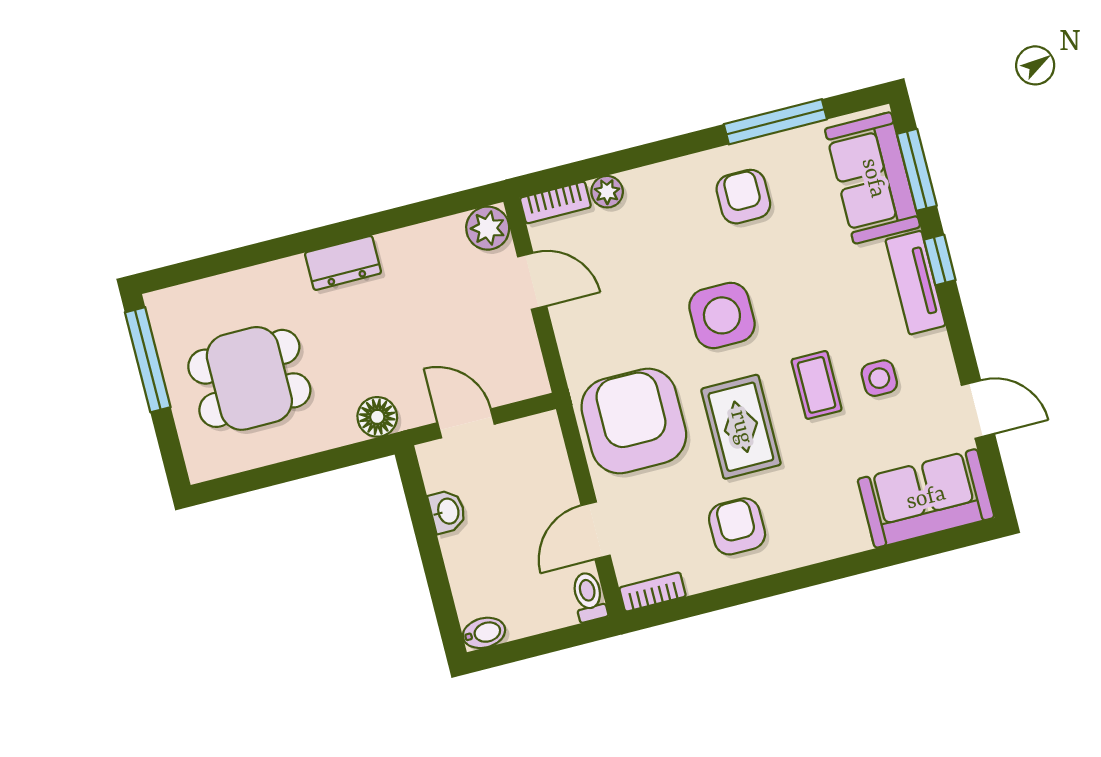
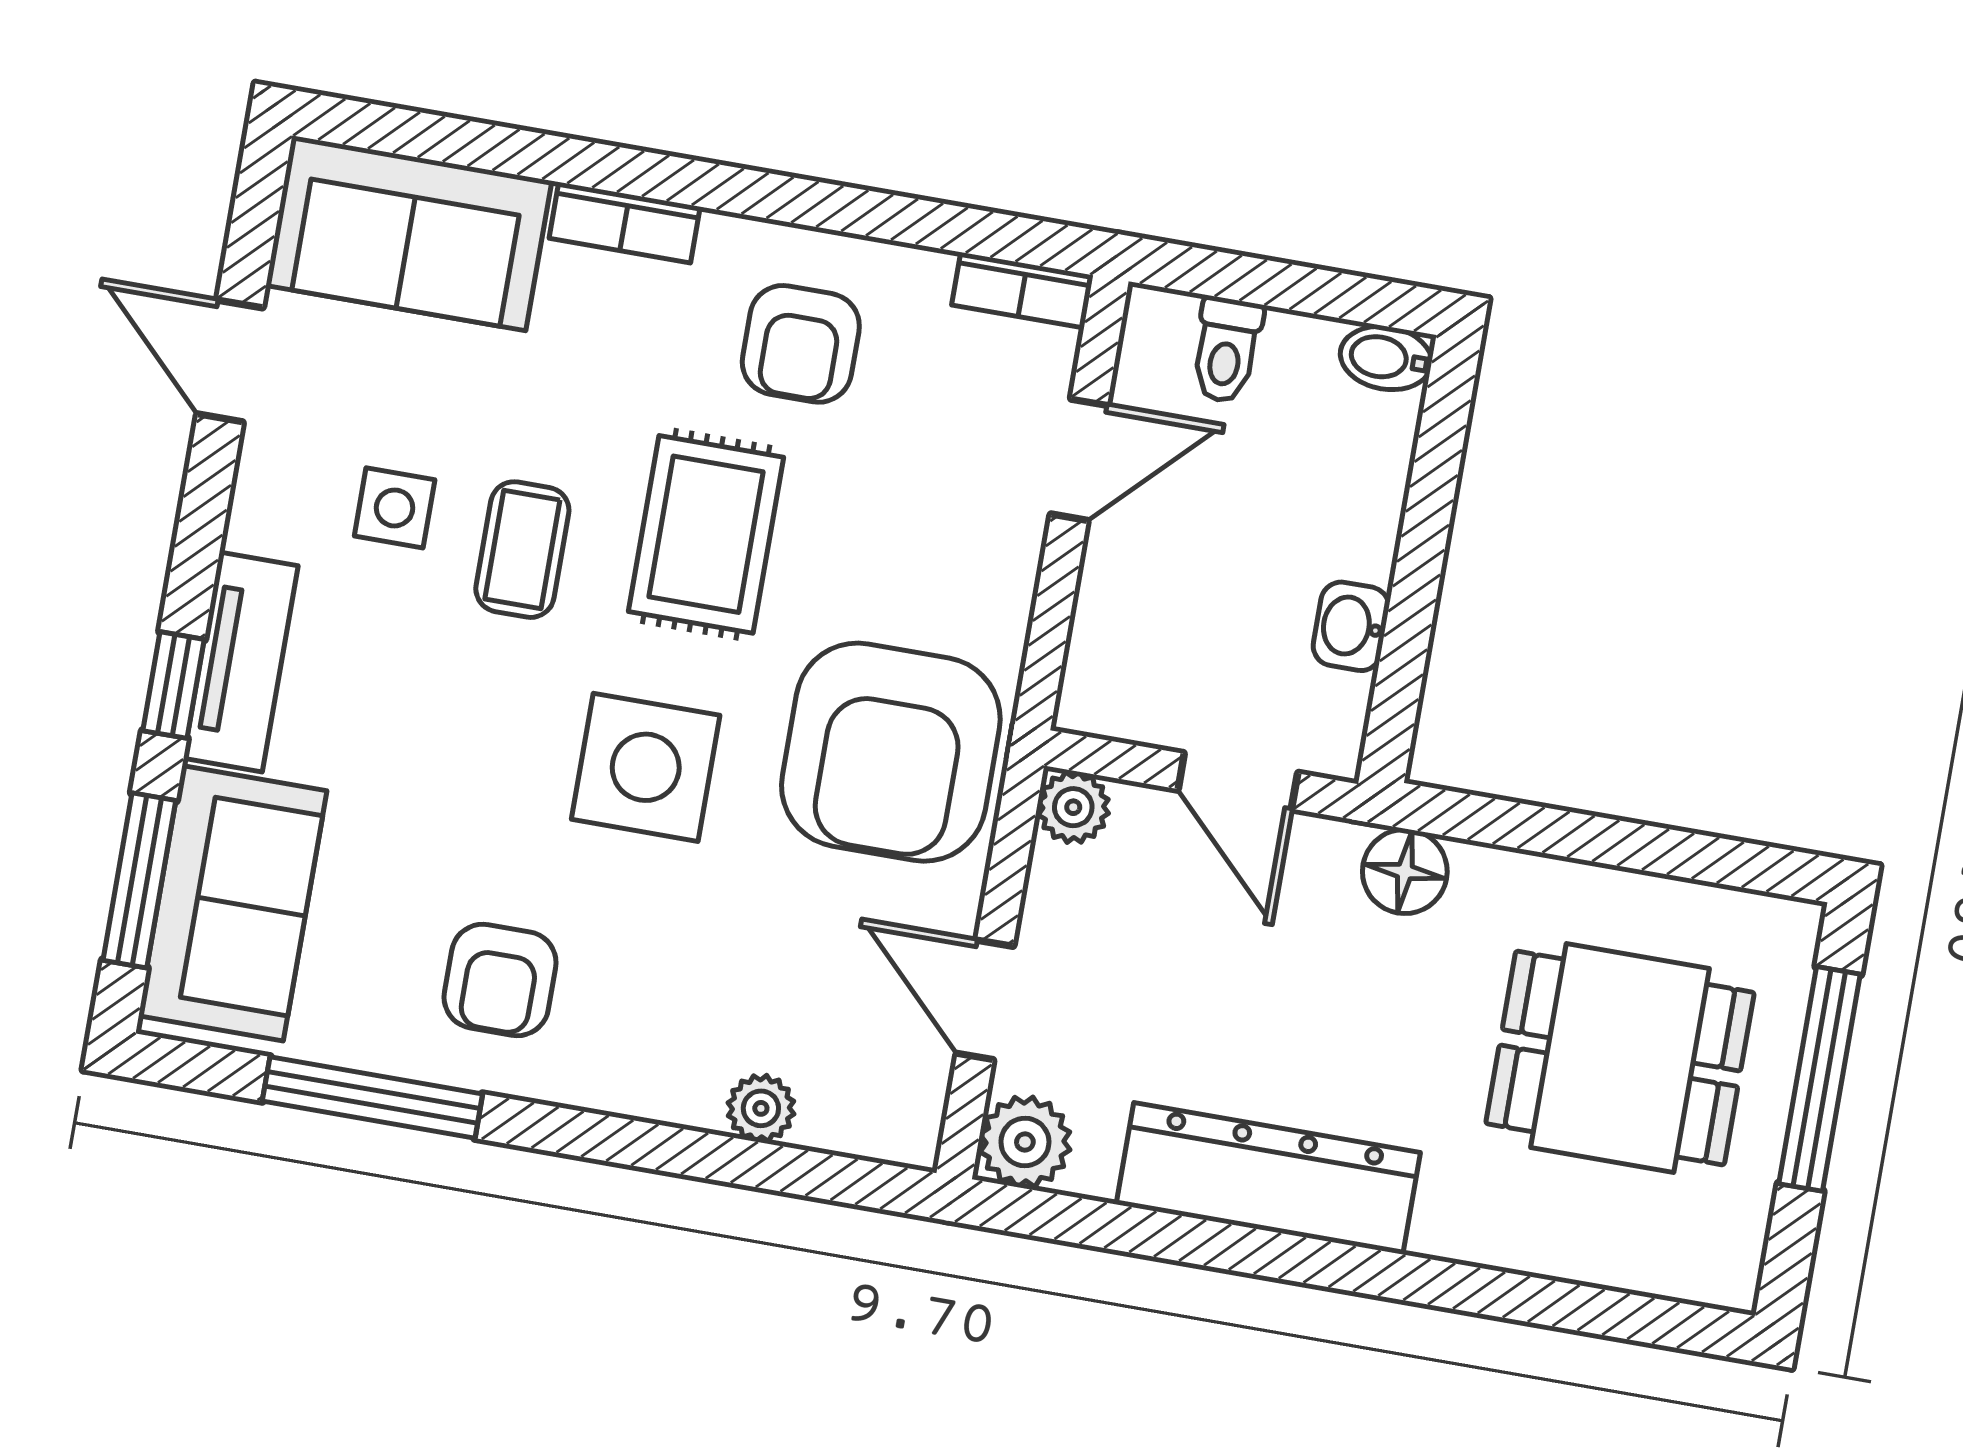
bookcase: (555, 203) -> (625, 222), moved, turned 180
dresser: (343, 263) -> (1268, 1178), width x1.96, depth x1.24
window: (148, 360) -> (1819, 1079), moved
plant: (531, 381) -> (1073, 807), added
armchair: (634, 421) -> (891, 752), moved
toilet: (589, 597) -> (1226, 350), moved

